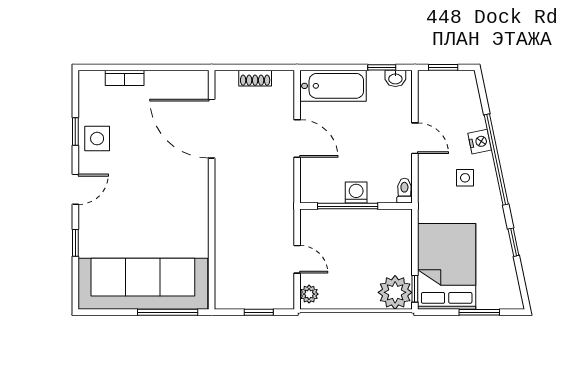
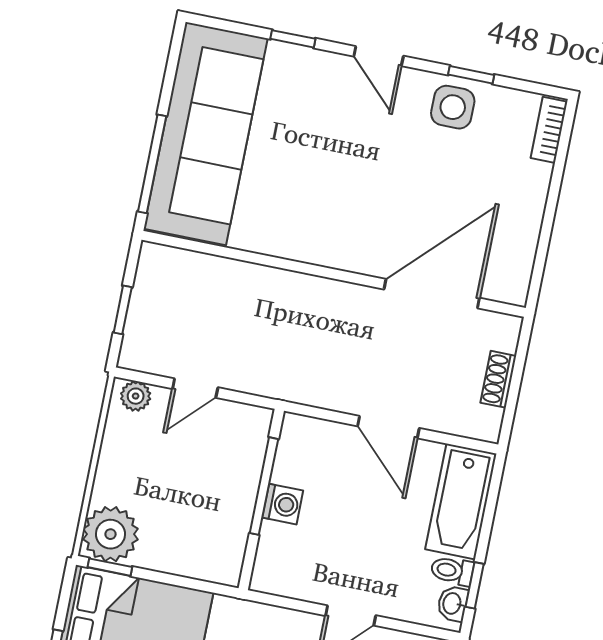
bookcase: (125, 78) -> (549, 130), moved
door: (297, 138) -> (388, 427), hinge flipped
toilet: (404, 191) -> (452, 571), moved, turned 180

